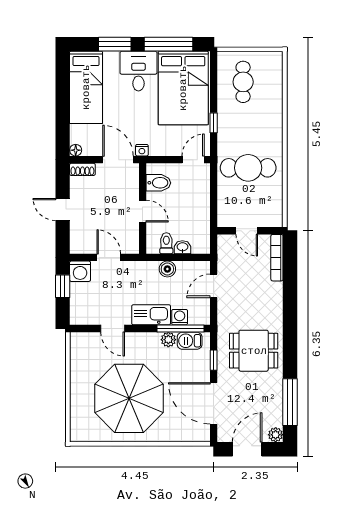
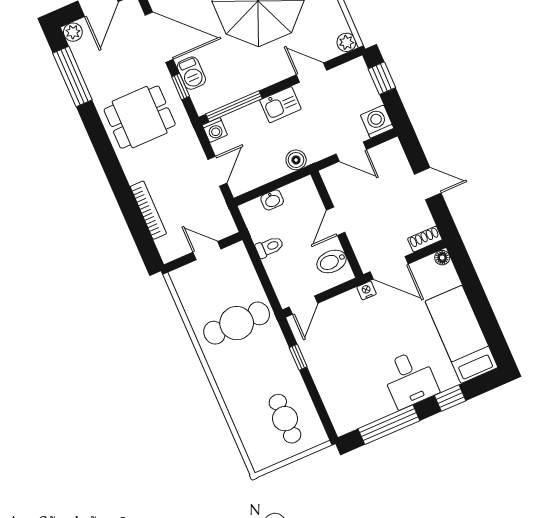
window: (115, 44) -> (450, 398), width x0.67
bed: (183, 88) -> (350, 382), removed
door: (143, 211) -> (336, 221), hinge flipped
toilet: (166, 243) -> (269, 247), moved, turned -90
bookcase: (277, 258) -> (148, 210), moved
boiler: (167, 269) -> (296, 160), moved
window: (63, 286) -> (382, 78), moved
kitchen sink: (151, 315) -> (280, 105), width x0.73
washing machine: (180, 317) -> (215, 130), moved
plant: (168, 340) -> (346, 42), moved
barbecue: (190, 341) -> (191, 73), moved, turned 90

